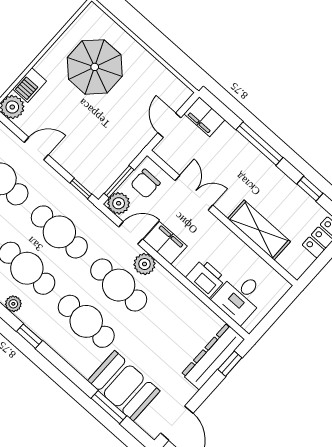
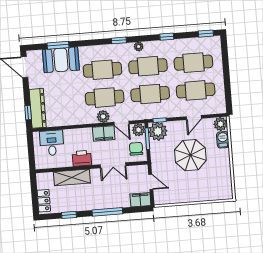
parasol: (95, 67) -> (190, 155), moved
plant: (97, 177) -> (158, 131), added
door: (131, 233) -> (122, 123), hinge flipped
printer: (206, 278) -> (82, 158), moved, turned 180

